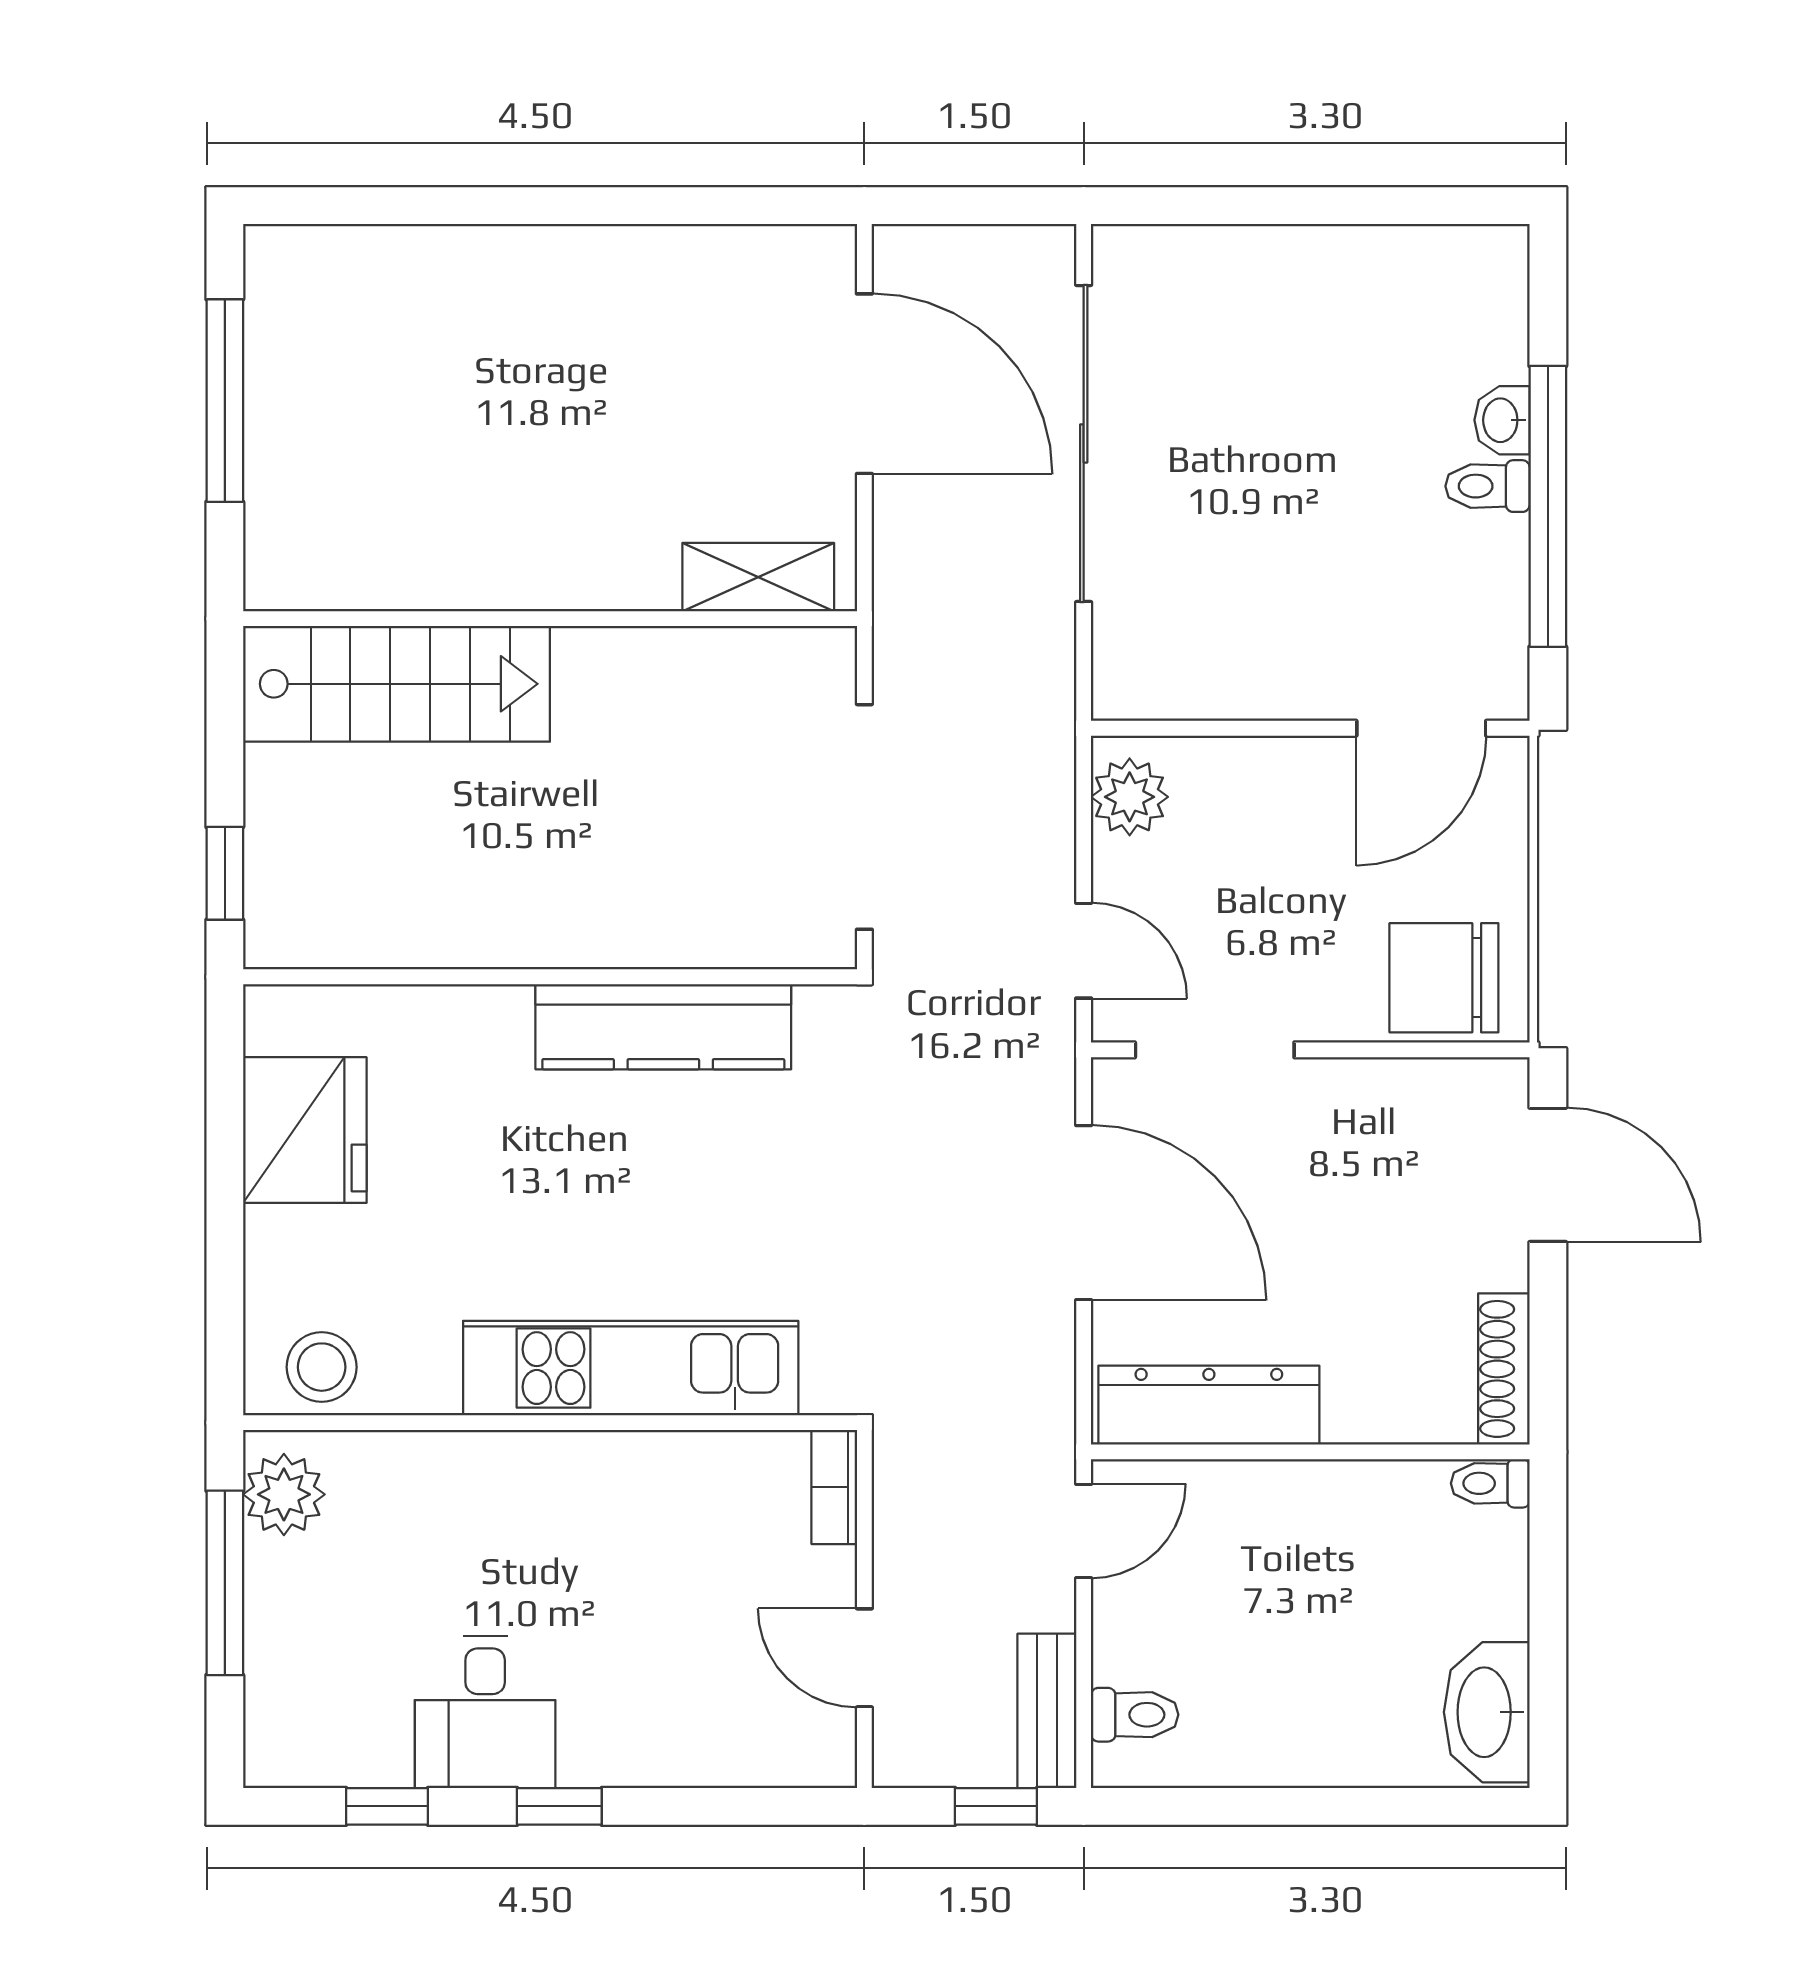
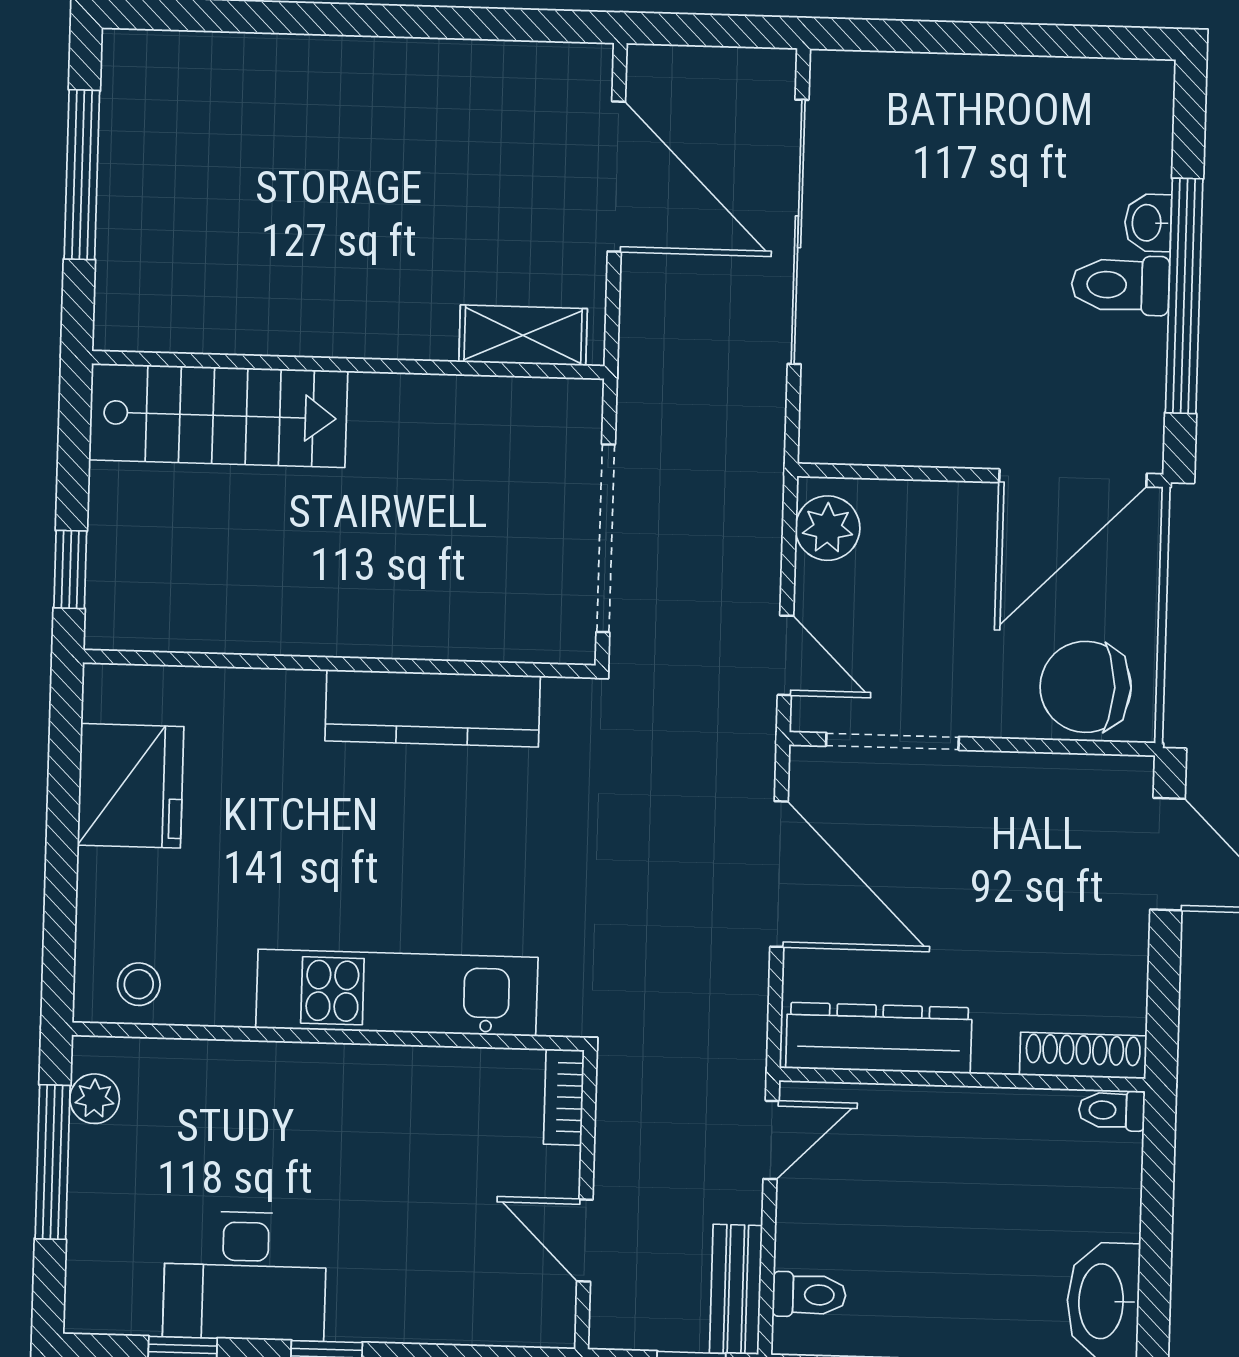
toilet: (1487, 486) -> (1120, 285), width x1.37, depth x1.39
door: (1421, 728) -> (1073, 478), width x1.36
stool: (322, 1367) -> (139, 984), width x0.73, depth x0.73
shoe rack: (1504, 1369) -> (1083, 1056), moved, turned 90
plant: (284, 1494) -> (95, 1099), width x0.73, depth x0.73
desk: (485, 1712) -> (245, 1276), width x1.37

